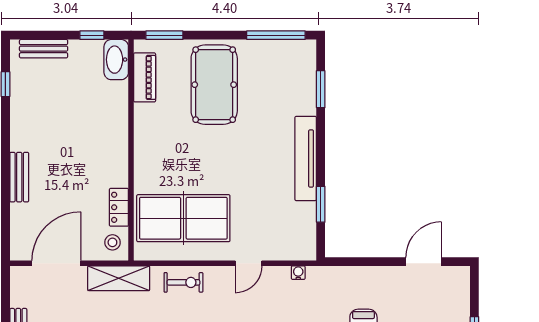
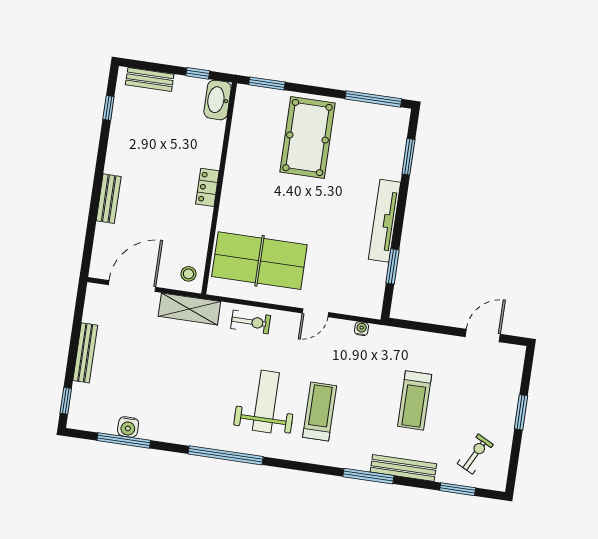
piano: (145, 77) -> (242, 121), removed
locker: (119, 207) -> (207, 187), moved

